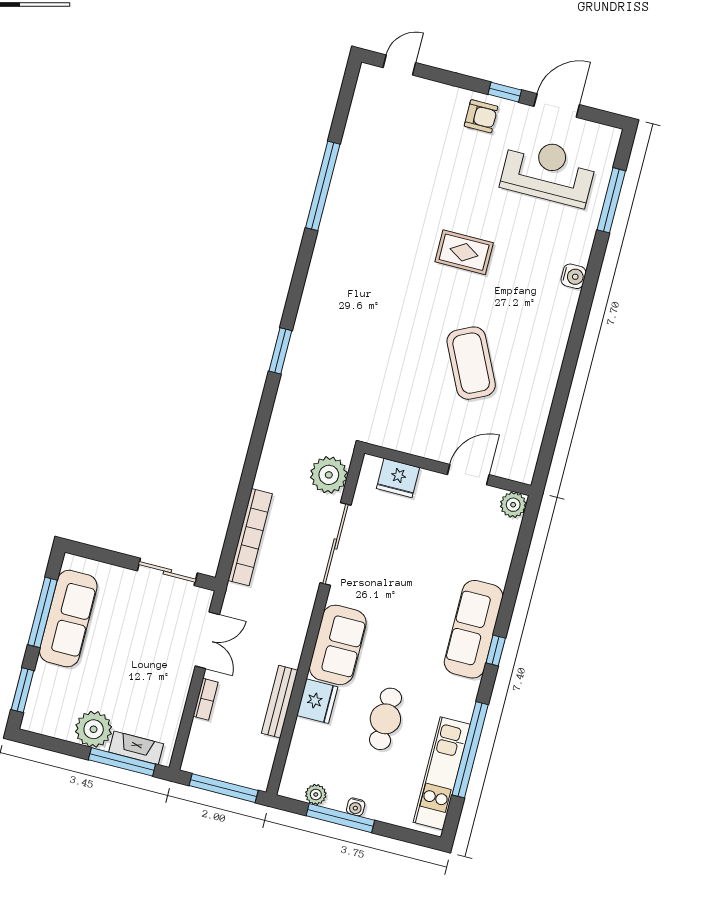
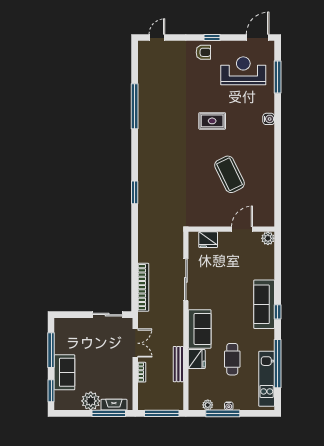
door: (557, 105) -> (258, 37), moved
plant: (329, 475) -> (174, 247), removed
sofa: (68, 619) -> (64, 372), moved, width x0.73

